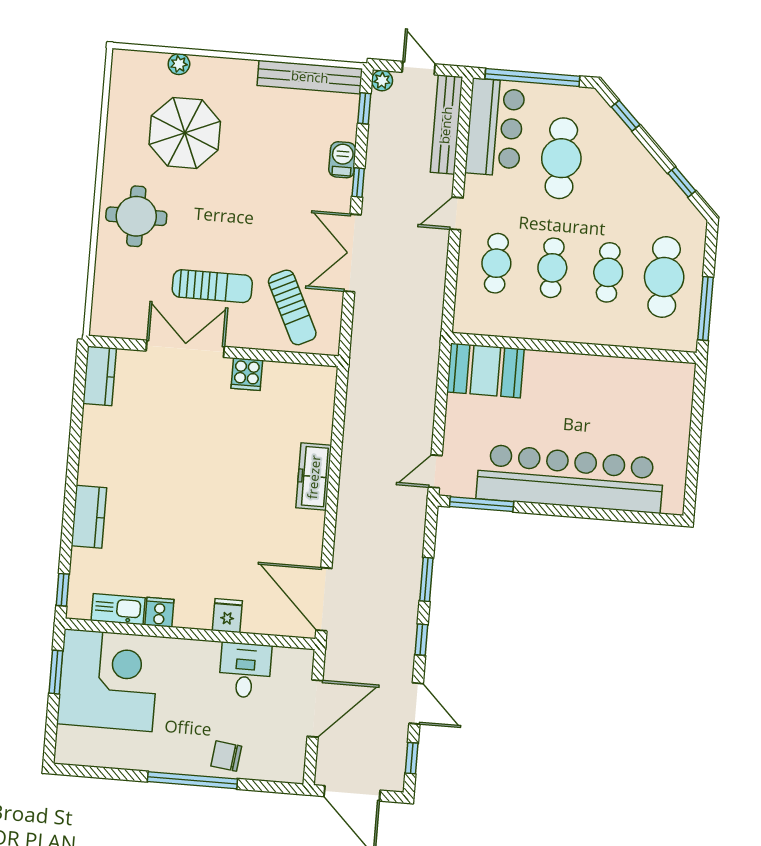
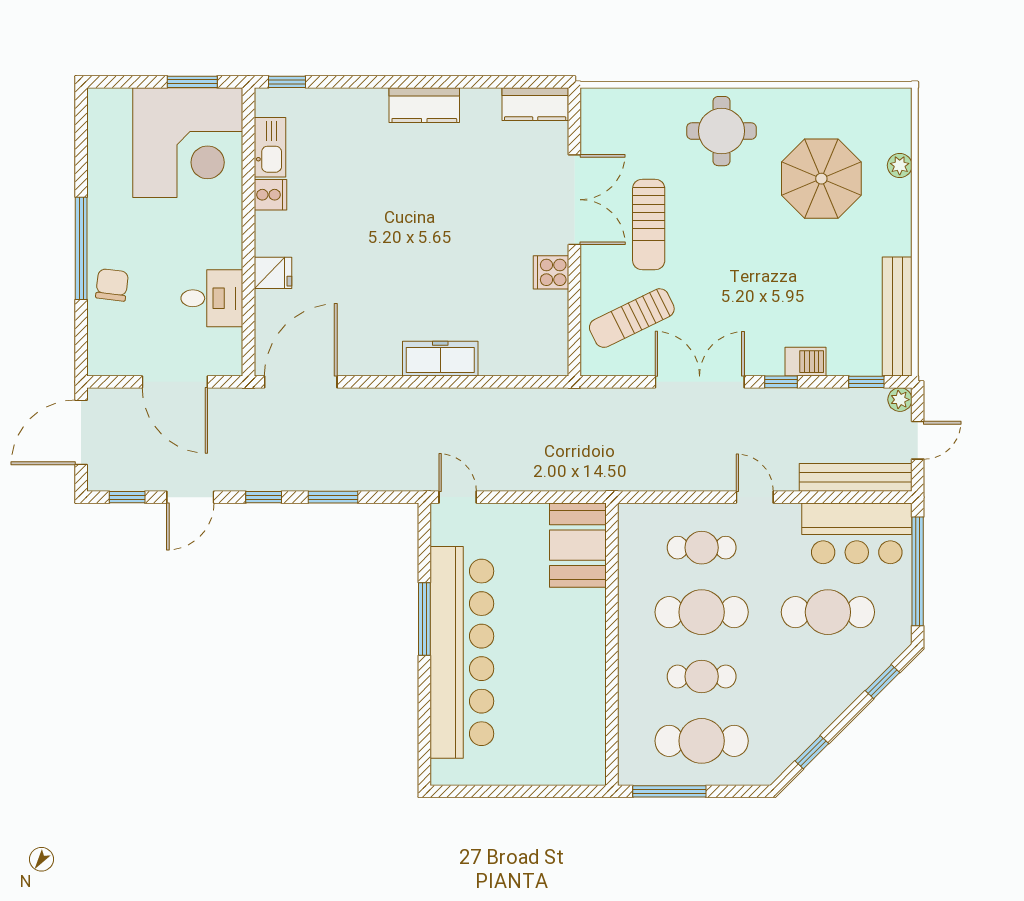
cafe table: (552, 268) -> (702, 612), width x1.37, depth x1.35
window: (482, 504) -> (424, 619), moved
kitchen counter: (89, 517) -> (424, 105), moved

